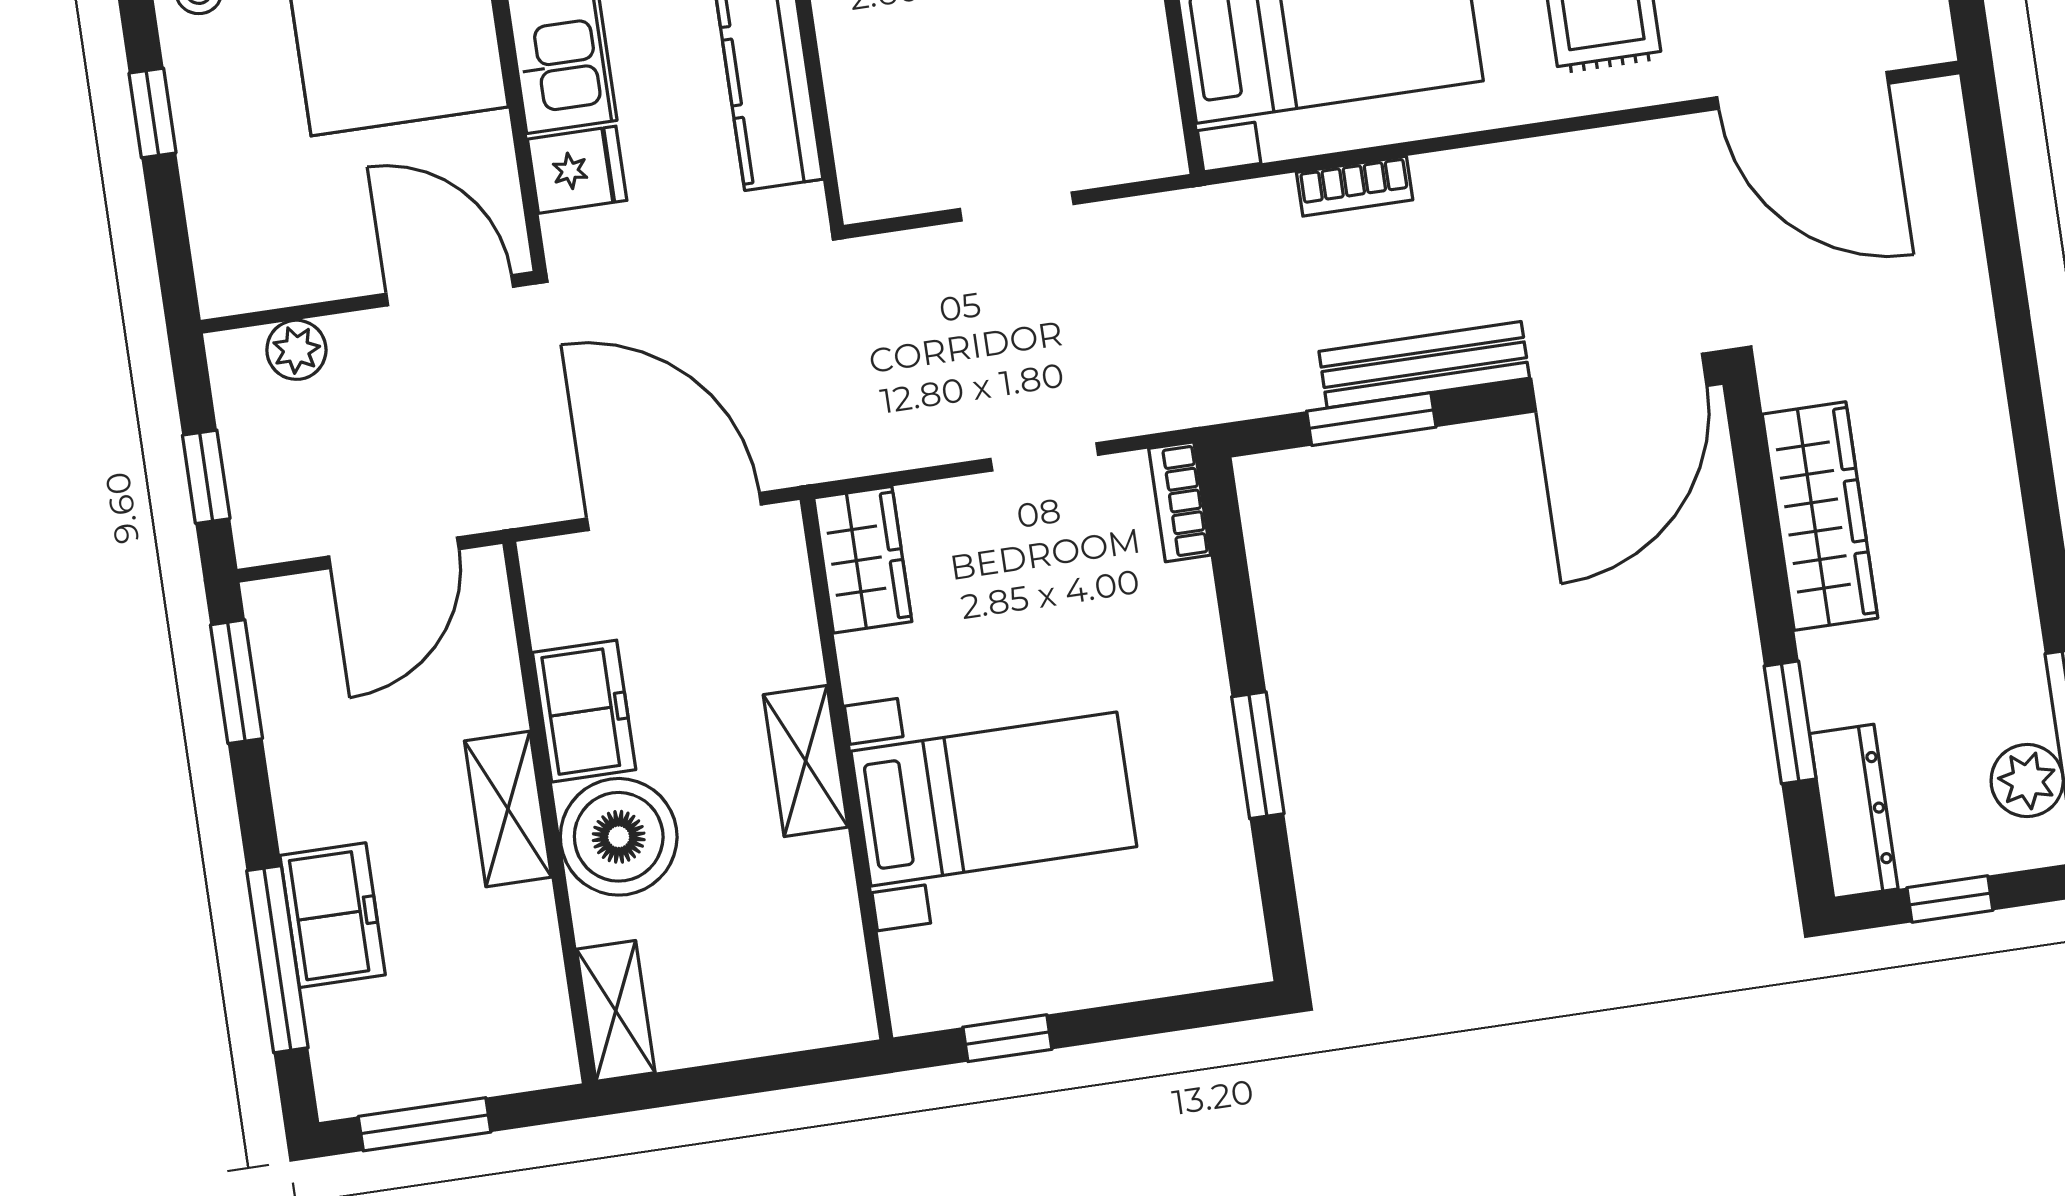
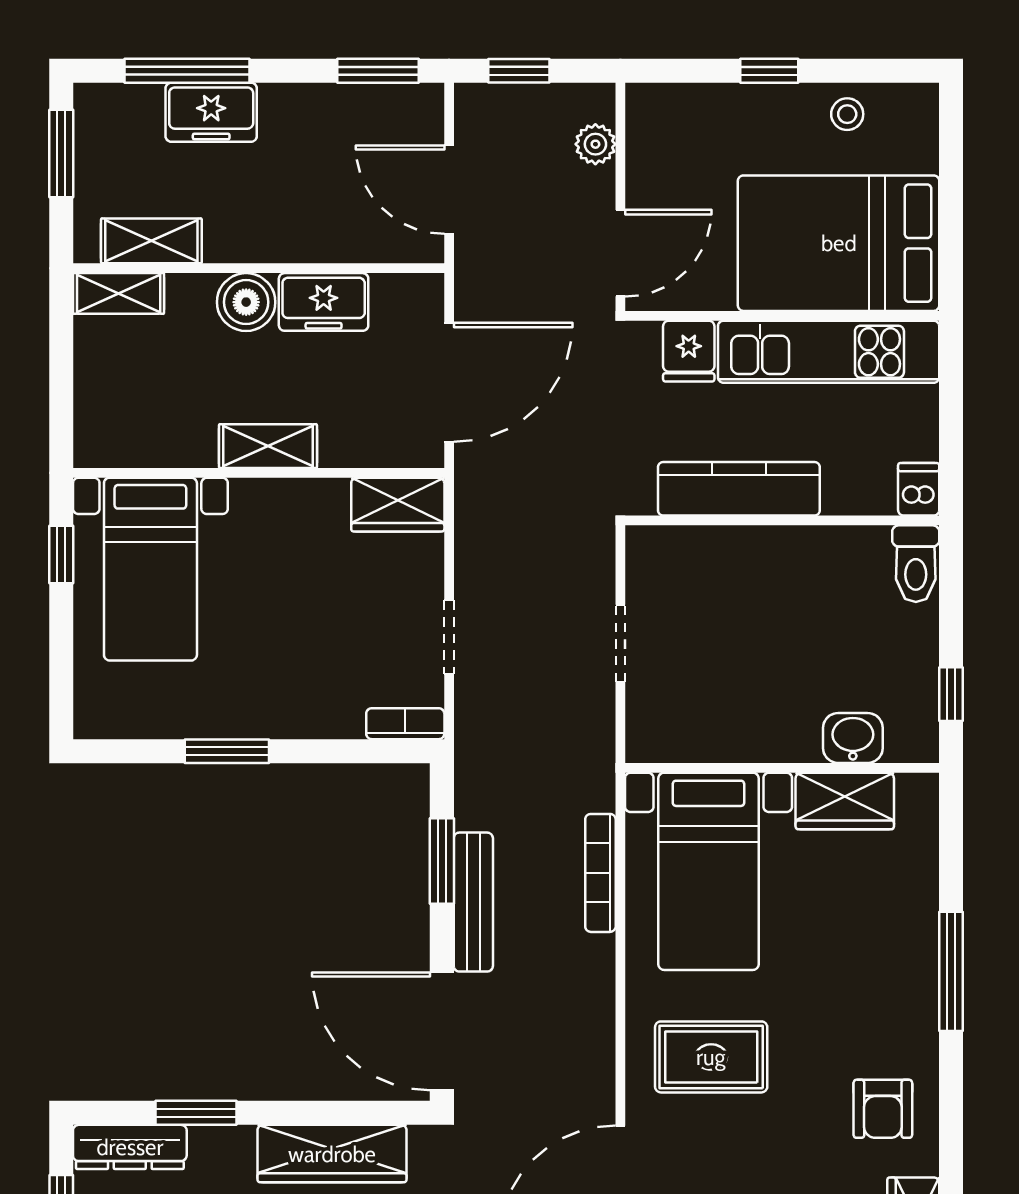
bookcase: (1355, 186) -> (600, 873), width x1.56
bed with nightstands: (994, 799) -> (150, 569), moved
shelving: (508, 809) -> (151, 241), moved
boiler: (619, 837) -> (246, 302), width x0.73, depth x0.73

